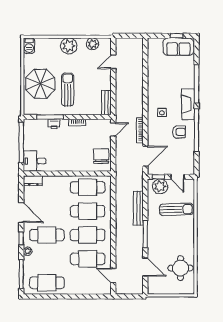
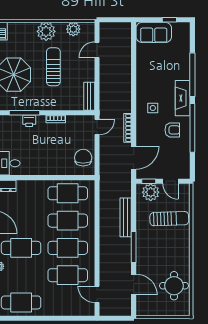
sofa: (178, 47) -> (154, 32), moved
sun lounger: (68, 90) -> (53, 67), moved

